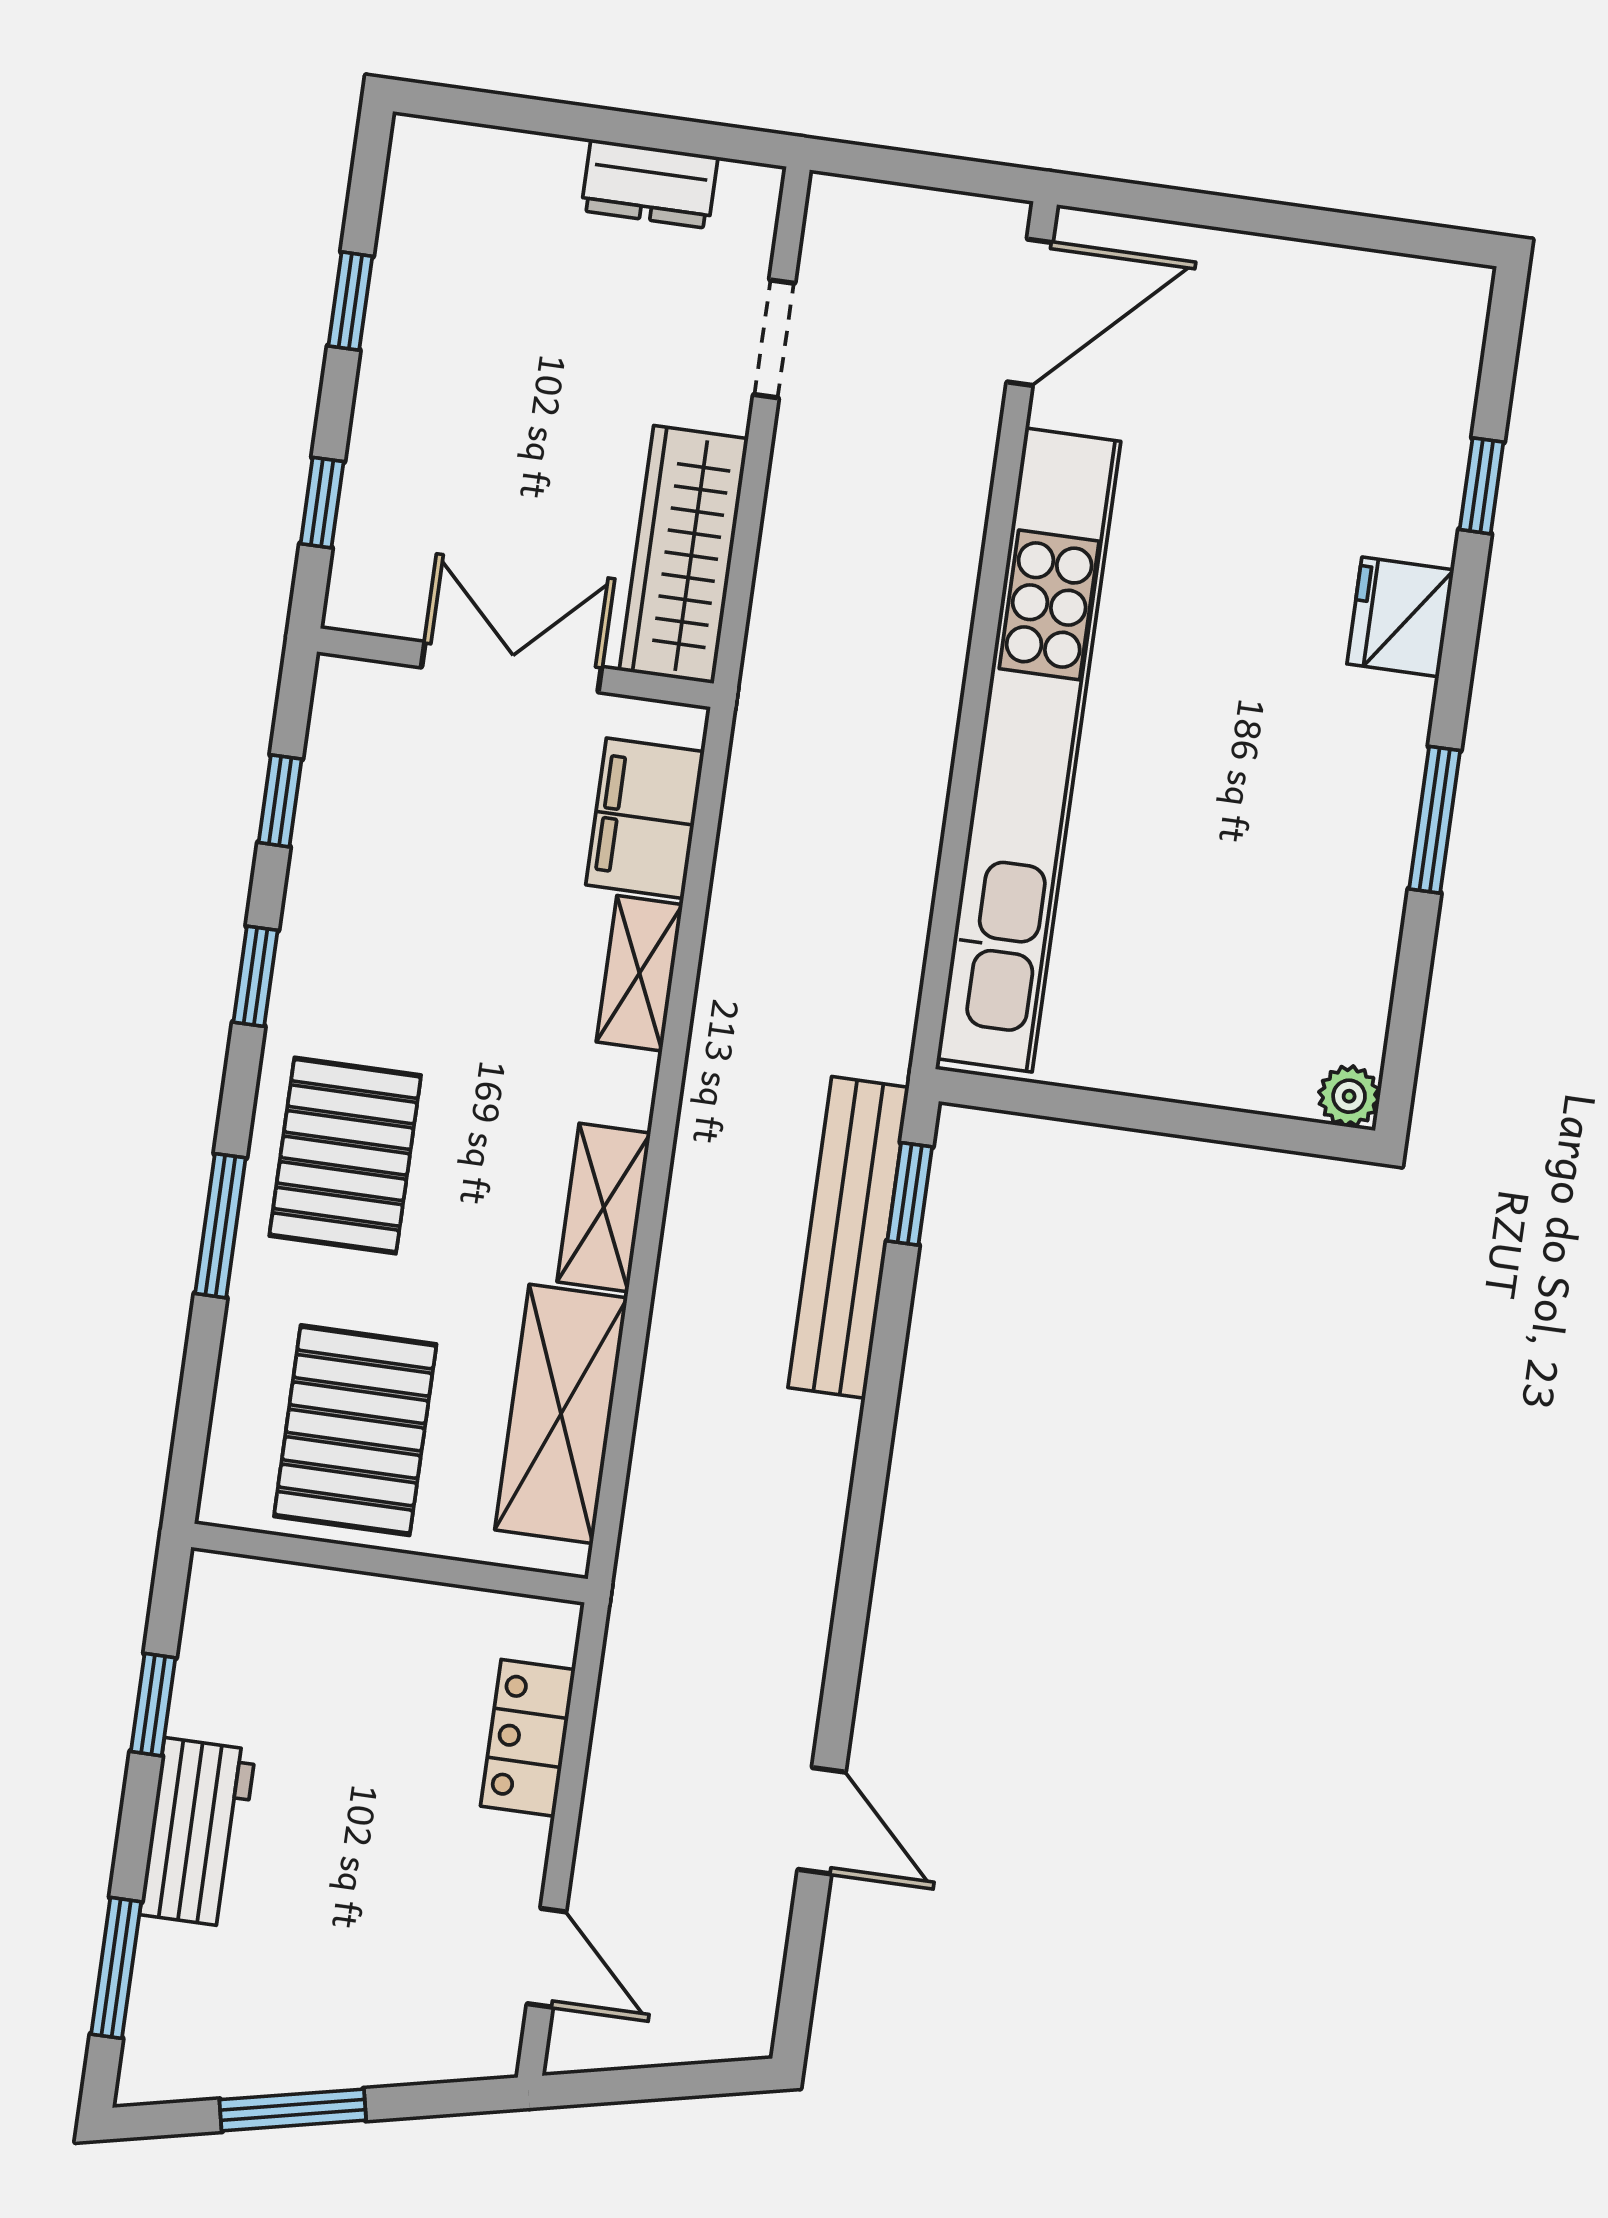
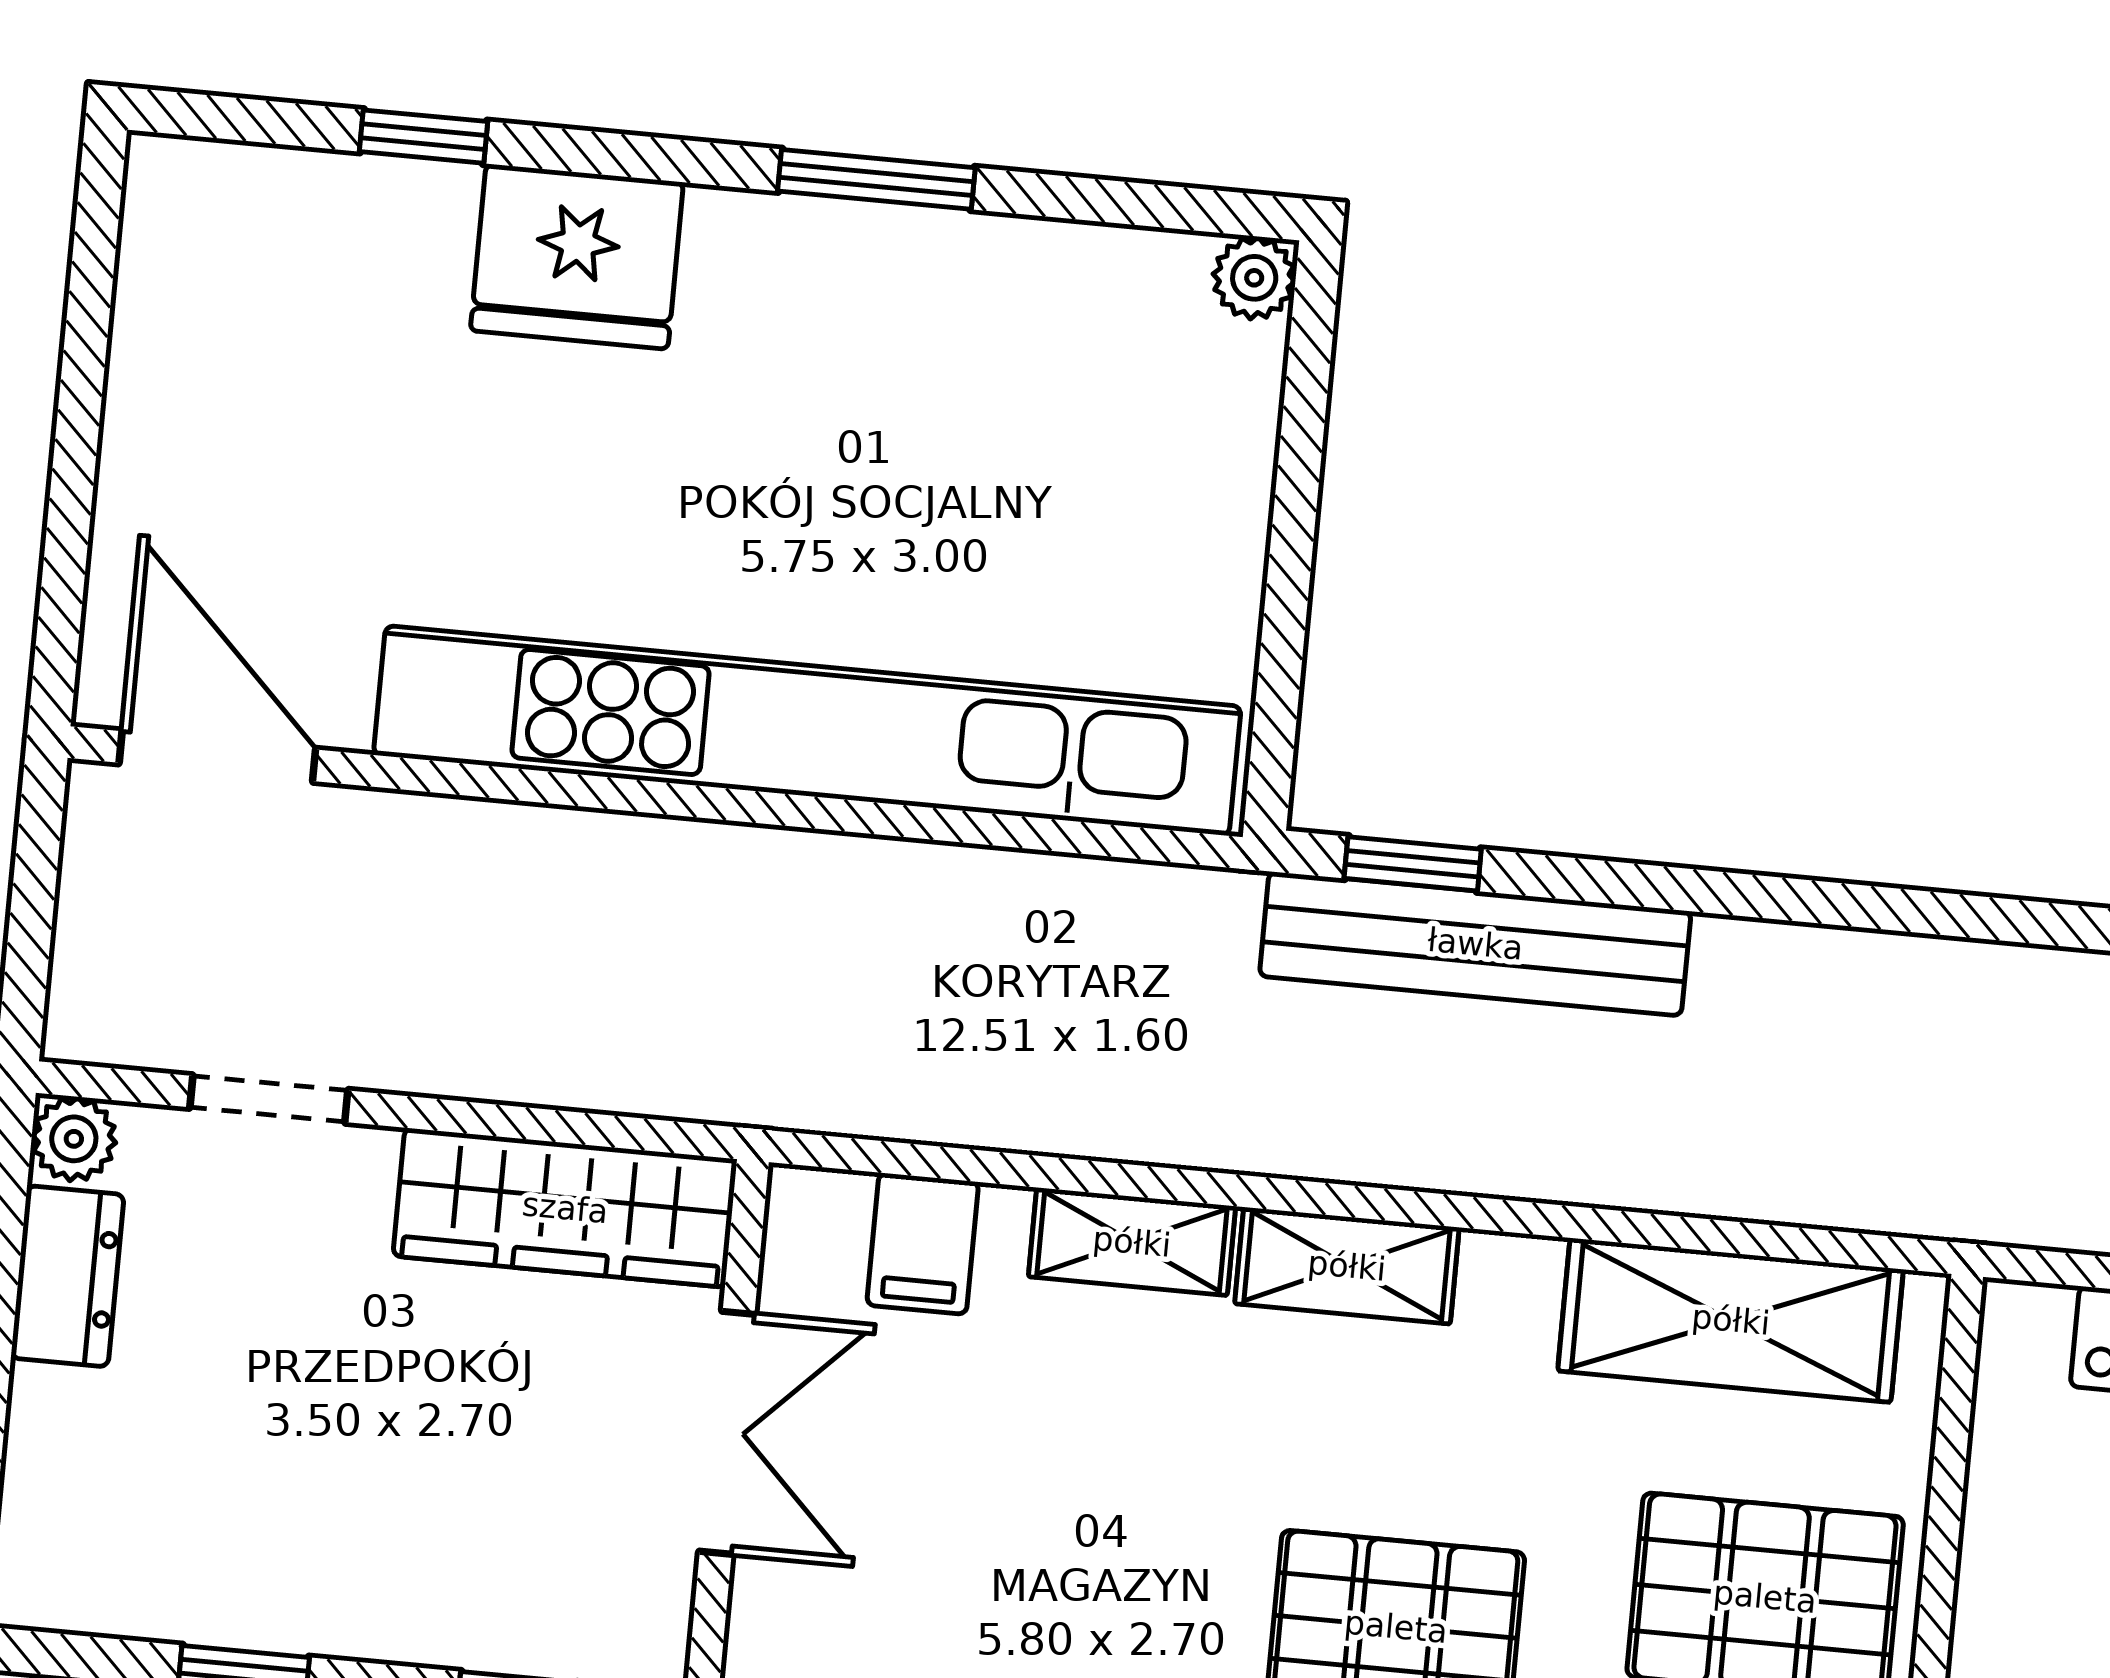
plant: (751, 193) -> (74, 1139), added
fridge: (1400, 617) -> (577, 257), width x1.36, depth x1.34
double door: (512, 667) -> (727, 1433), swing flipped
filing cabinet: (645, 818) -> (923, 1244), width x0.50
shelving: (604, 1207) -> (1347, 1266), moved

